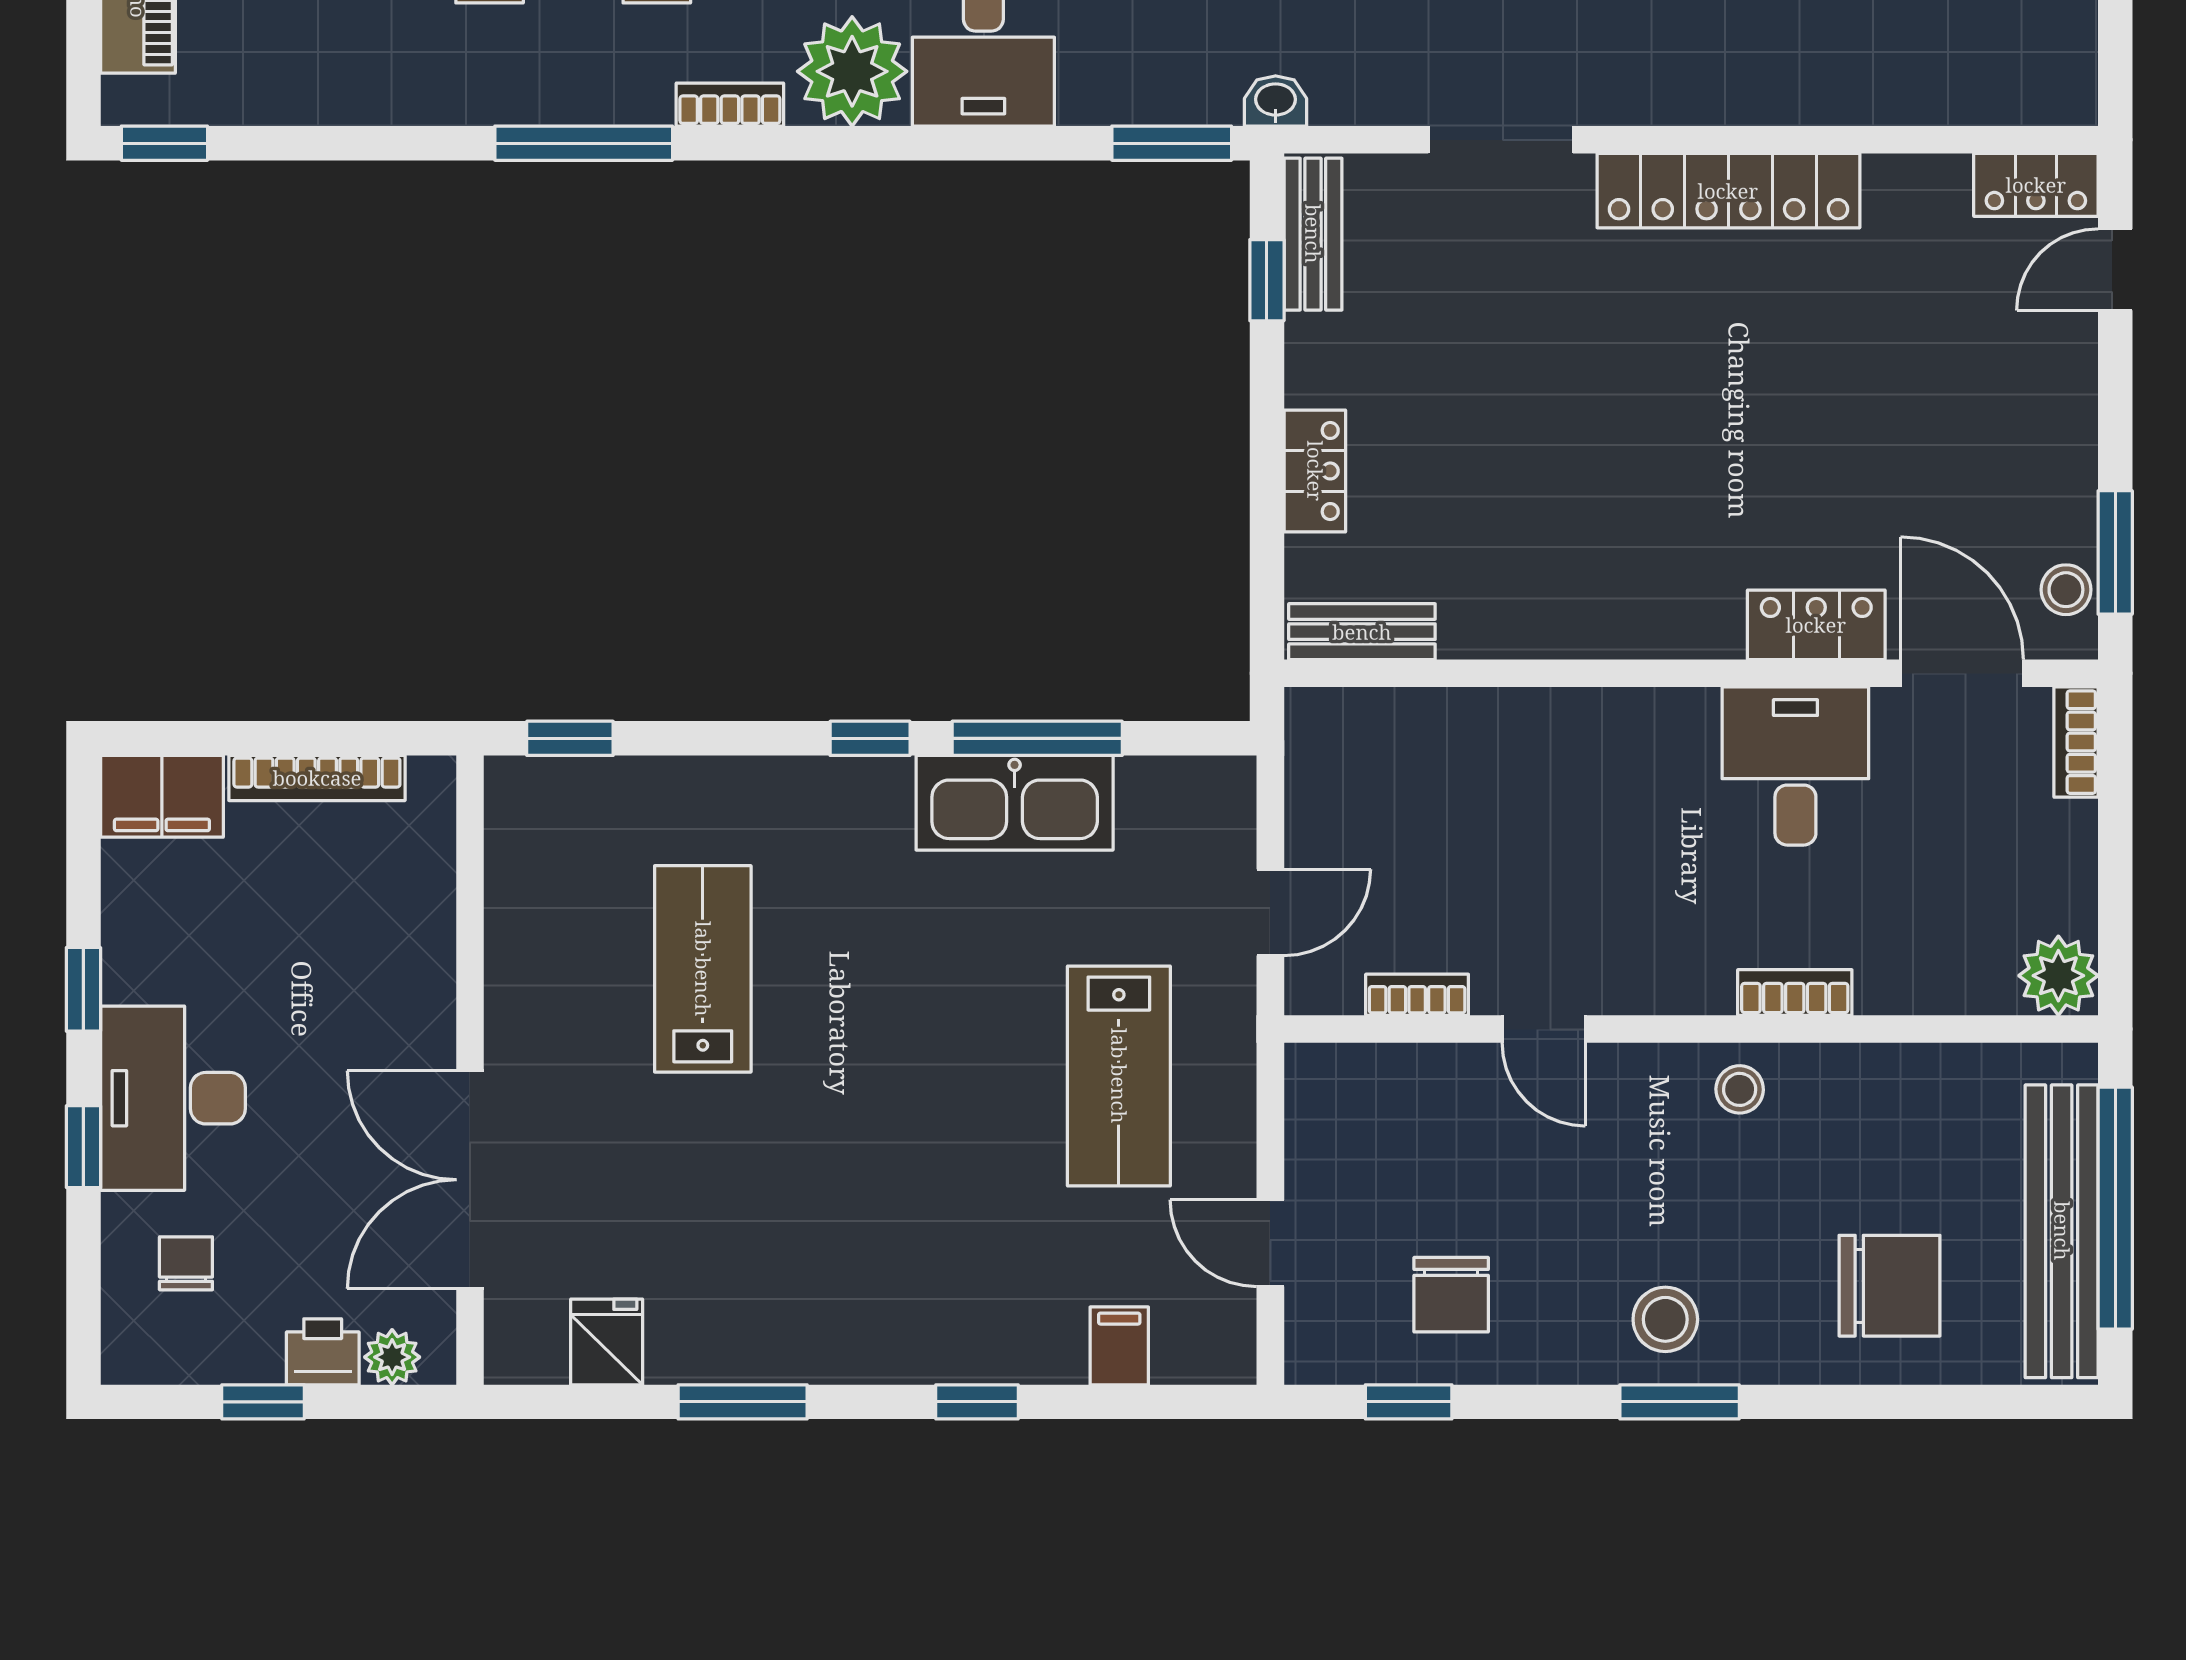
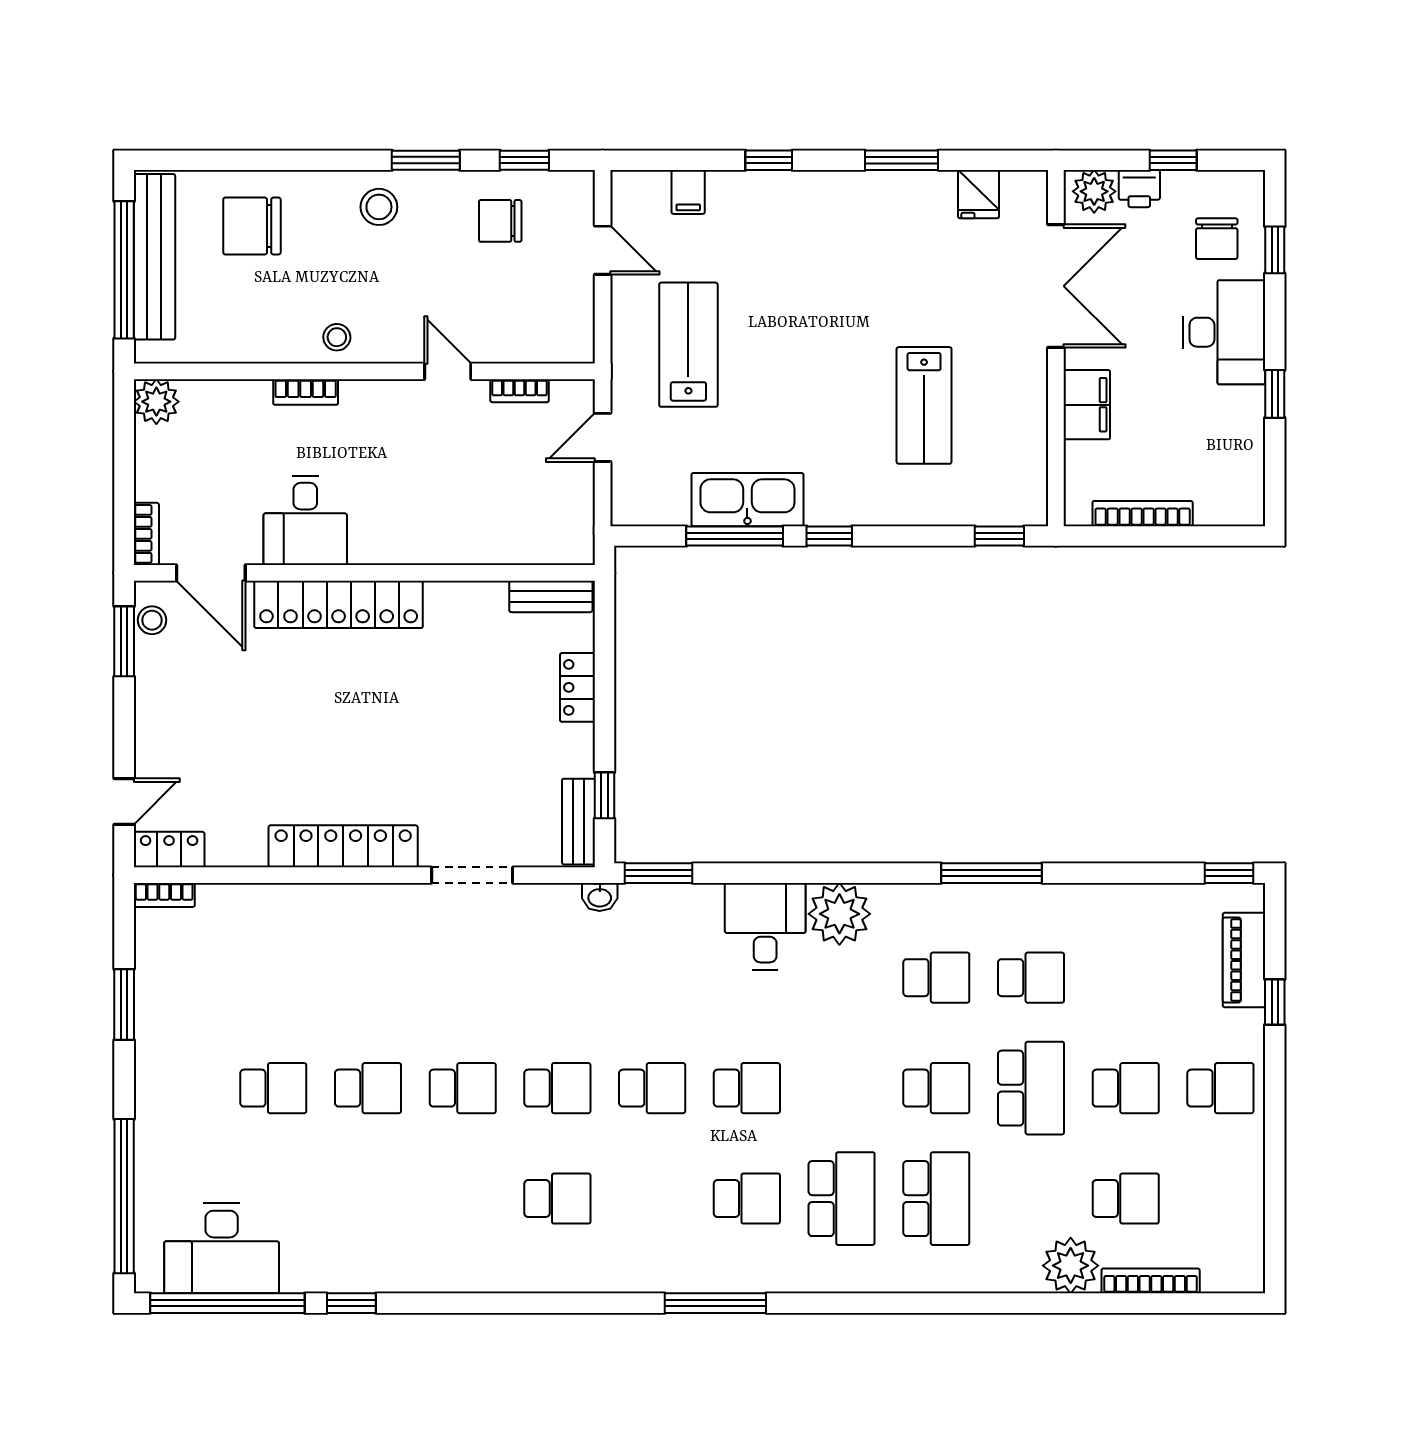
bookcase: (730, 105) -> (164, 895), moved
locker: (1816, 625) -> (339, 604), width x2.16, depth x1.21
filing cabinet: (162, 796) -> (1087, 405), moved, turned 90
window: (83, 1147) -> (1275, 250), moved
chair: (186, 1263) -> (1217, 239), width x1.37, depth x1.37
chair: (1451, 1295) -> (500, 221), turned -90
plant: (392, 1357) -> (1094, 191), width x1.38, depth x1.38
window: (1680, 1402) -> (426, 160), moved

